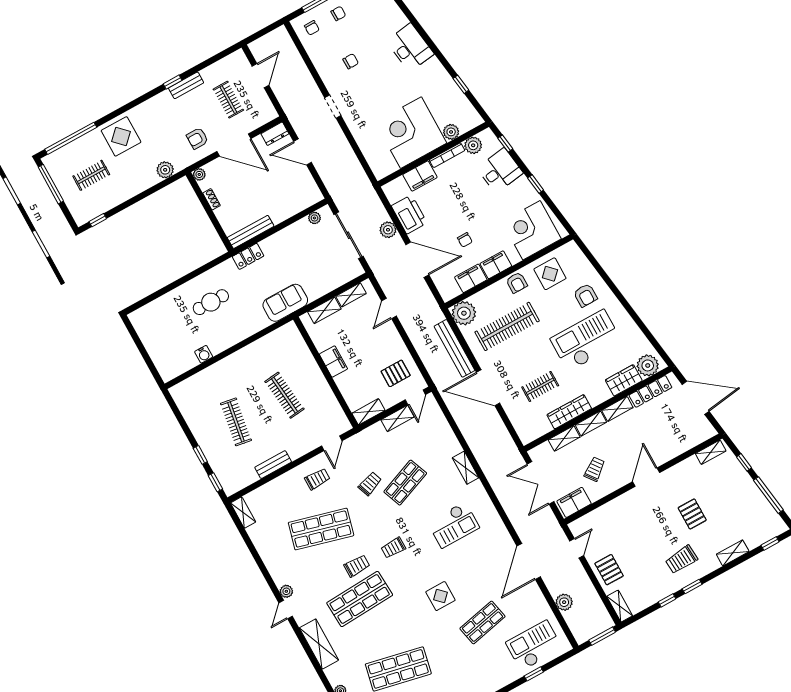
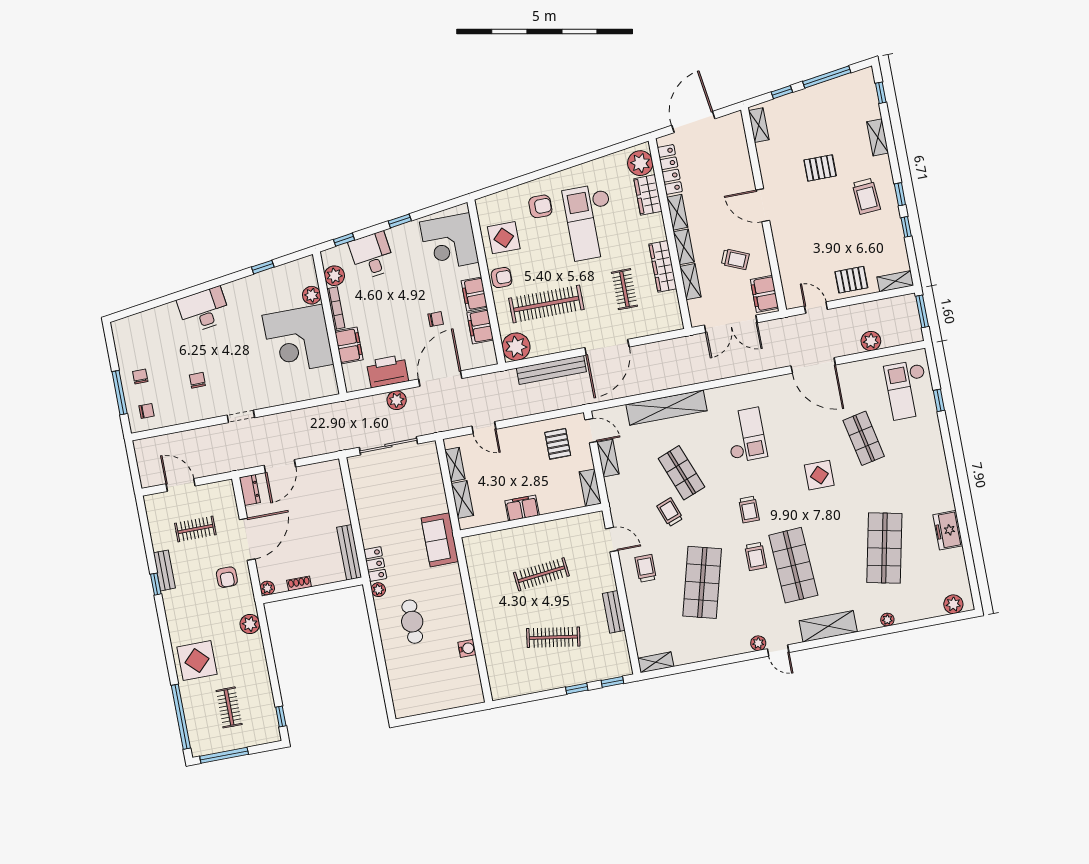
plant: (314, 218) -> (378, 590), moved
clothes rail: (507, 326) -> (546, 304), turned 90
shelving: (466, 468) -> (666, 408), width x2.20, depth x1.33
trolley: (595, 469) -> (735, 259), turned 150
trolley: (357, 566) -> (756, 556), turned 180

